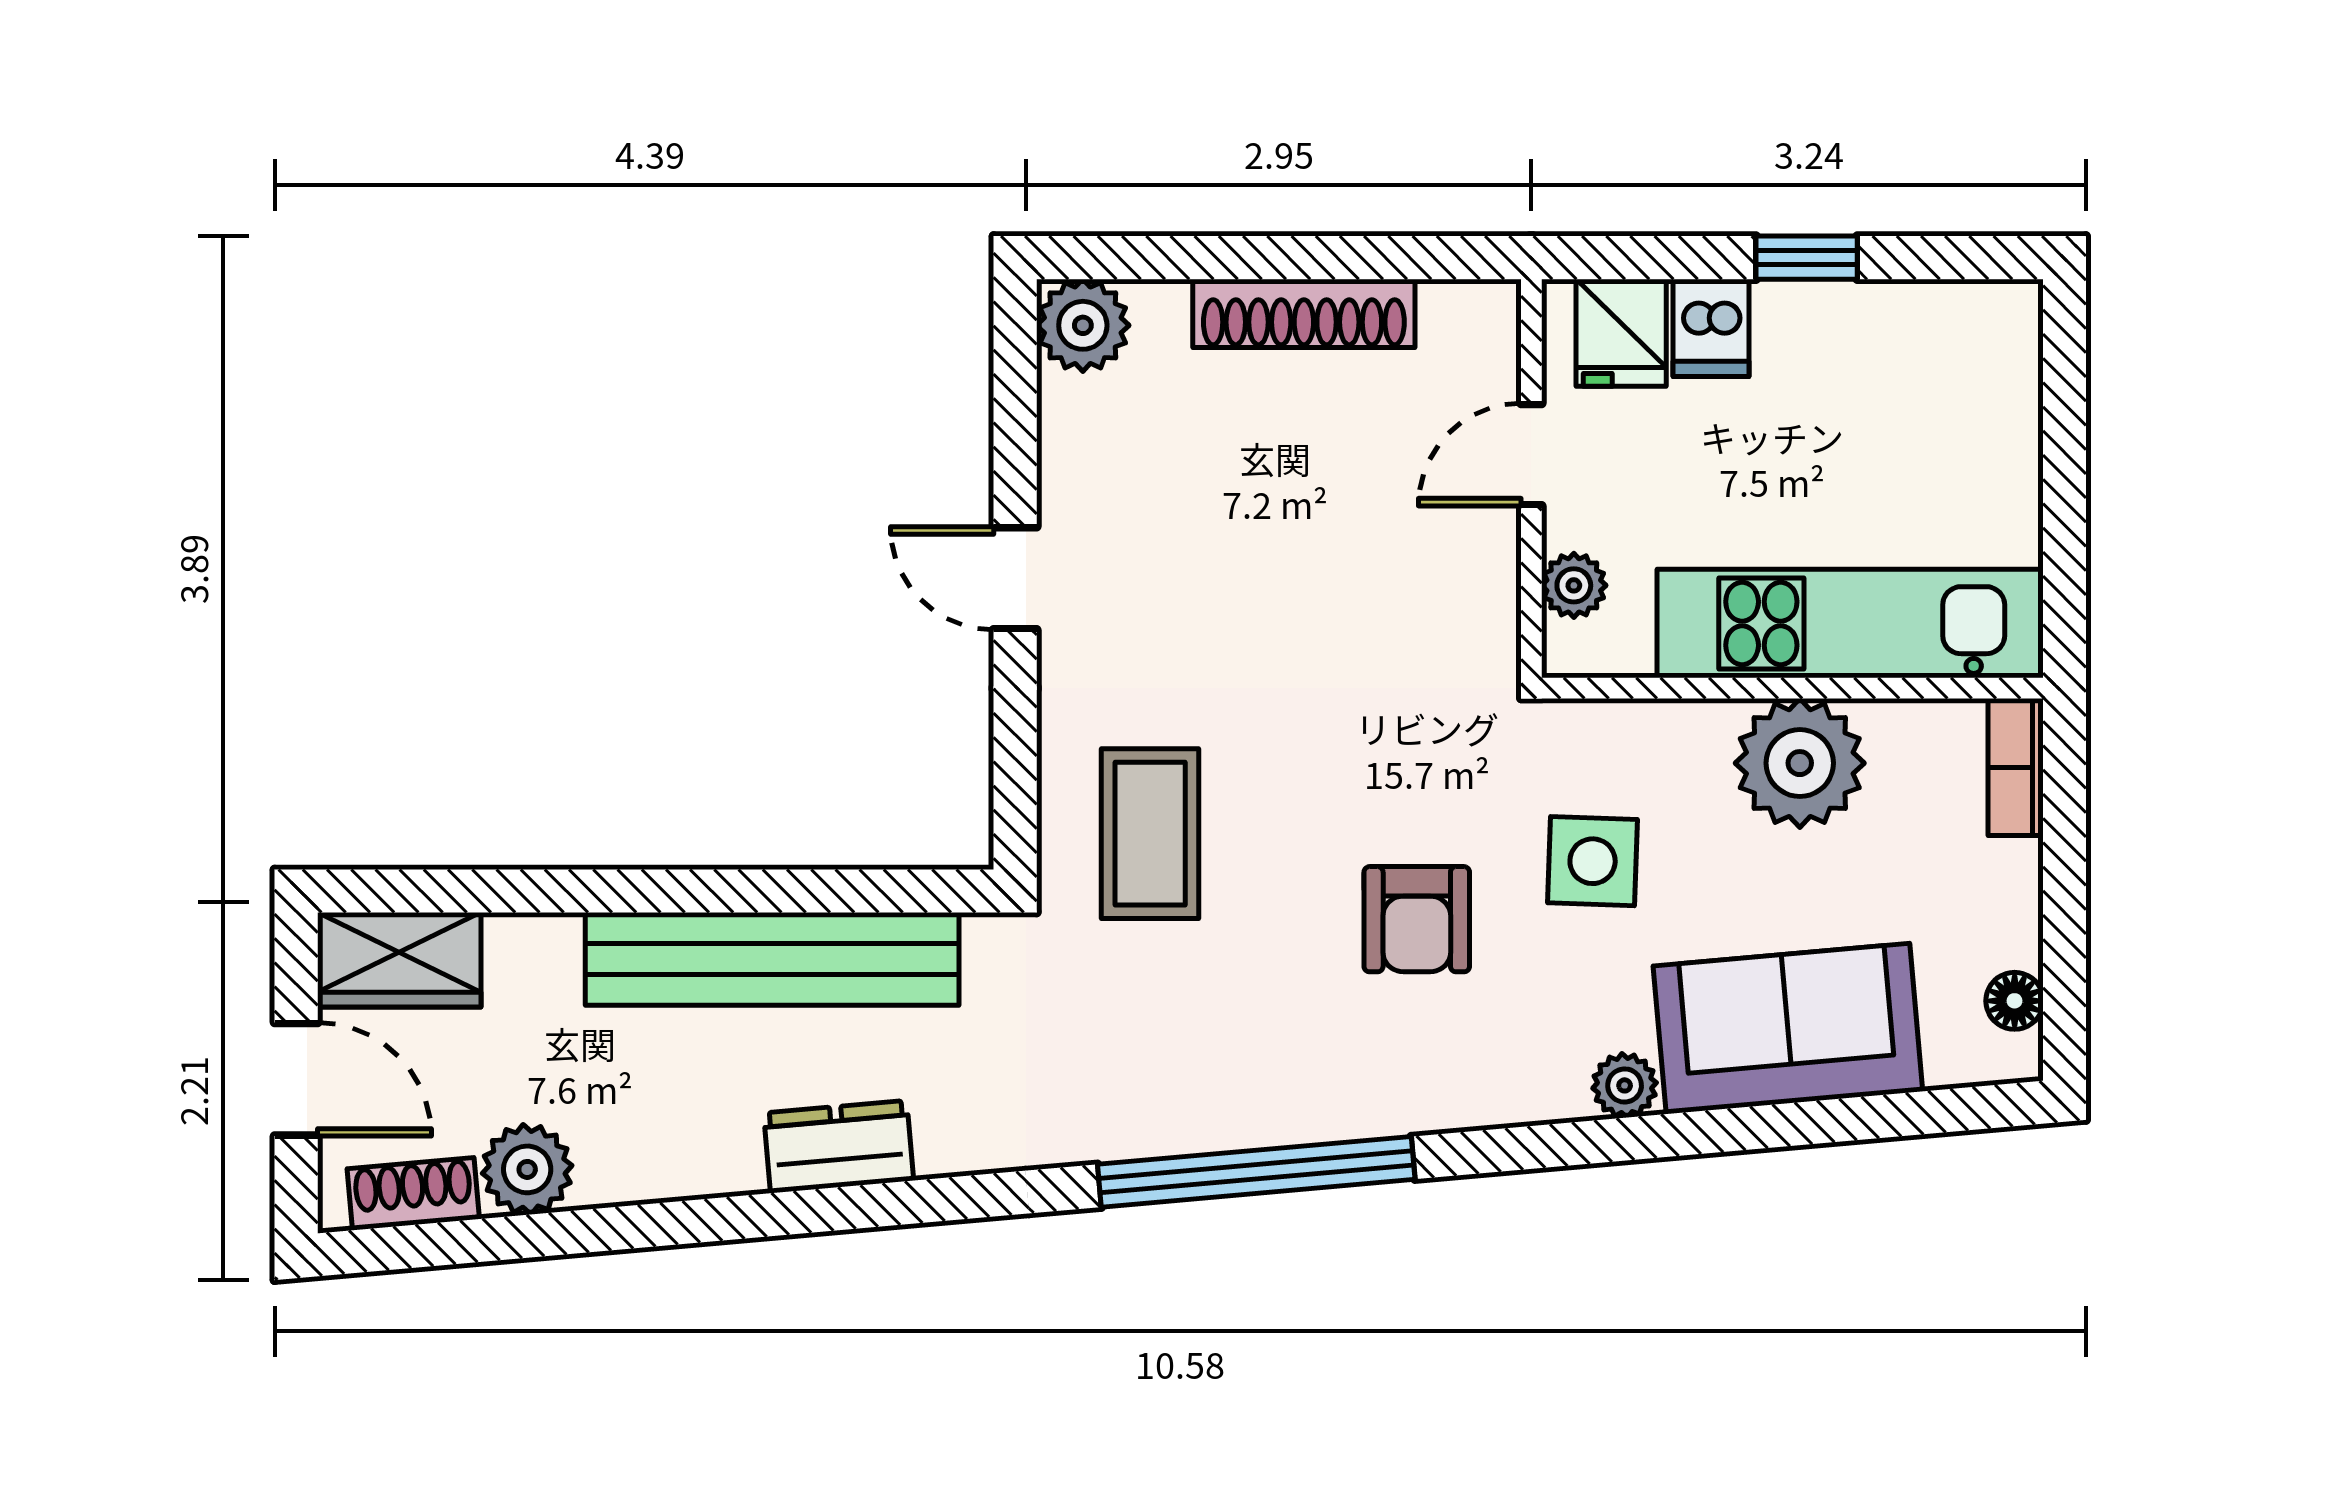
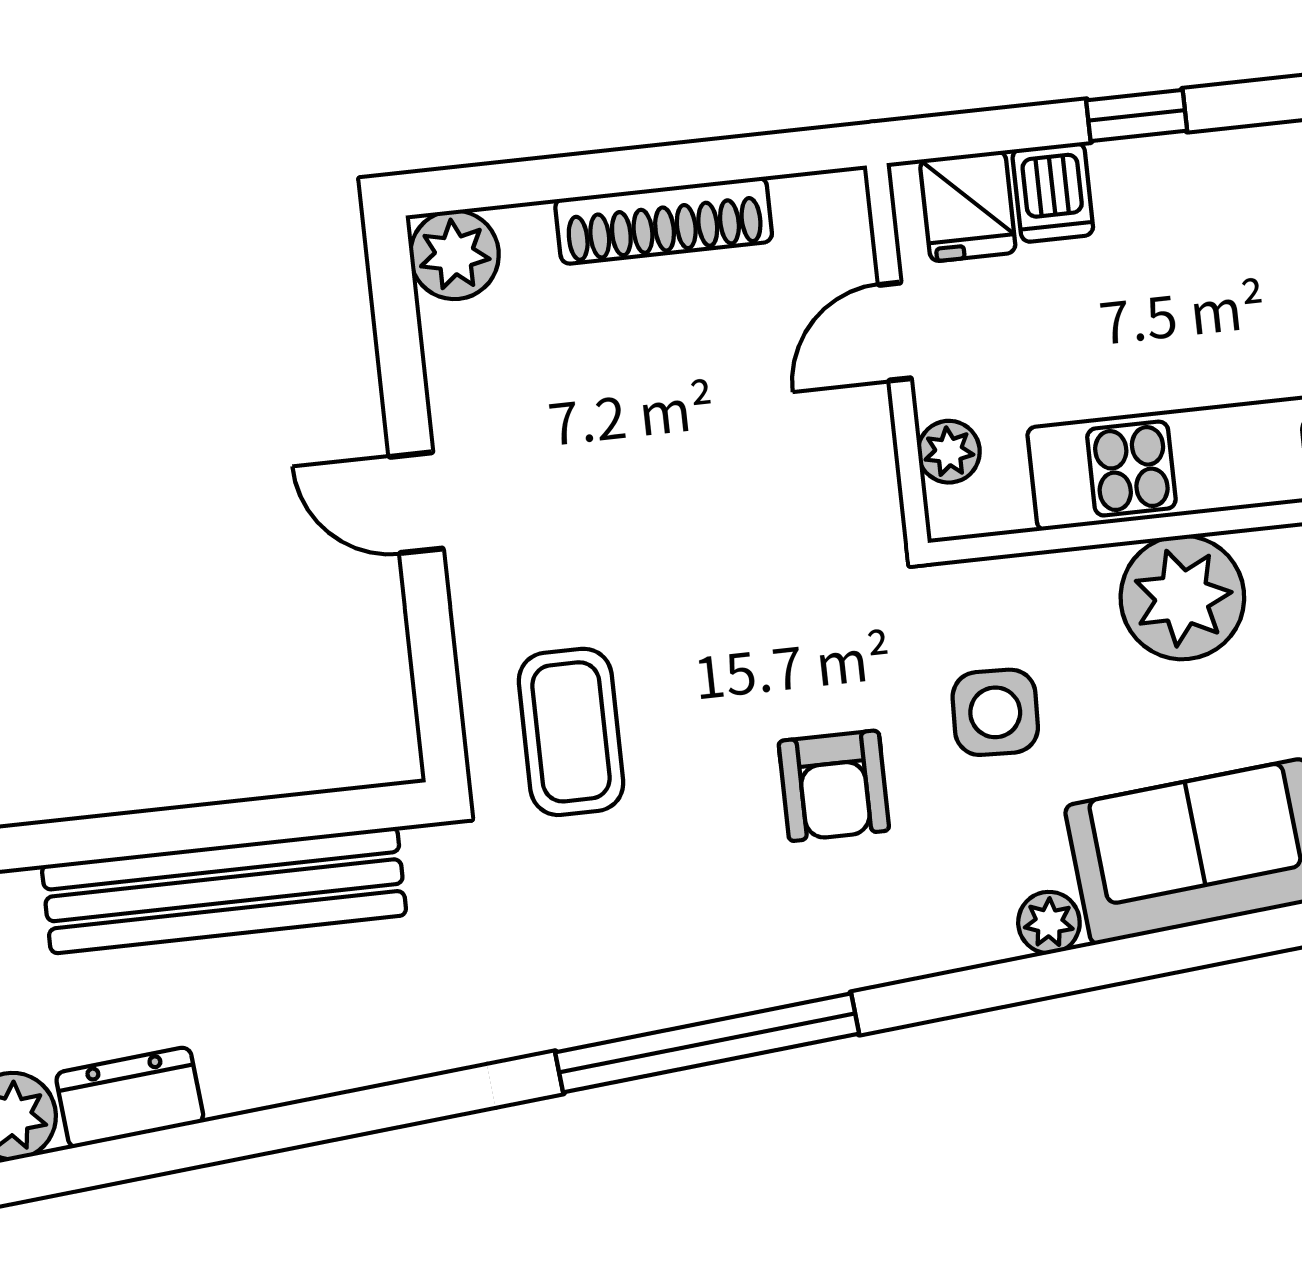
dresser: (839, 1147) -> (130, 1097), moved

